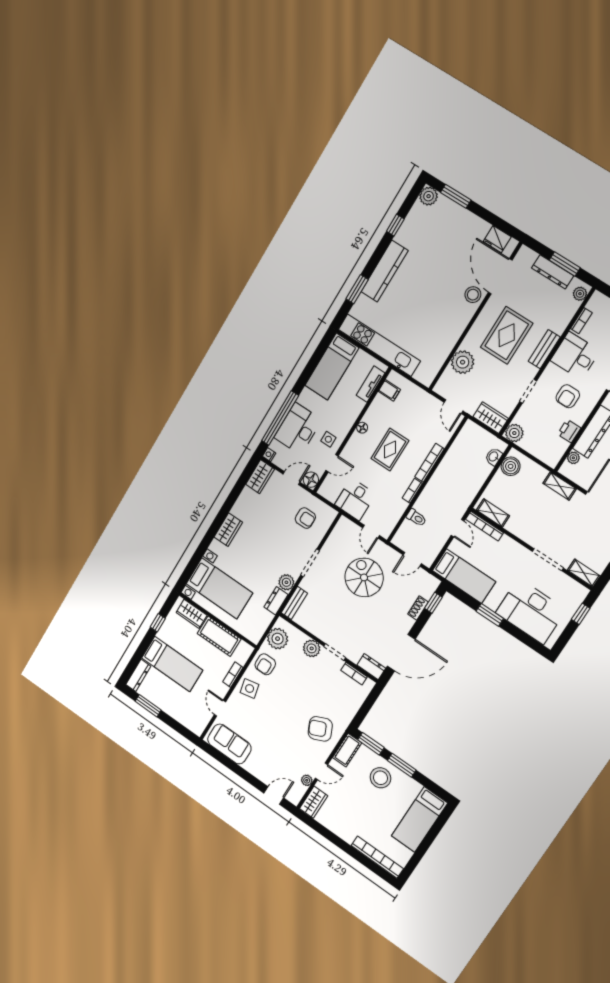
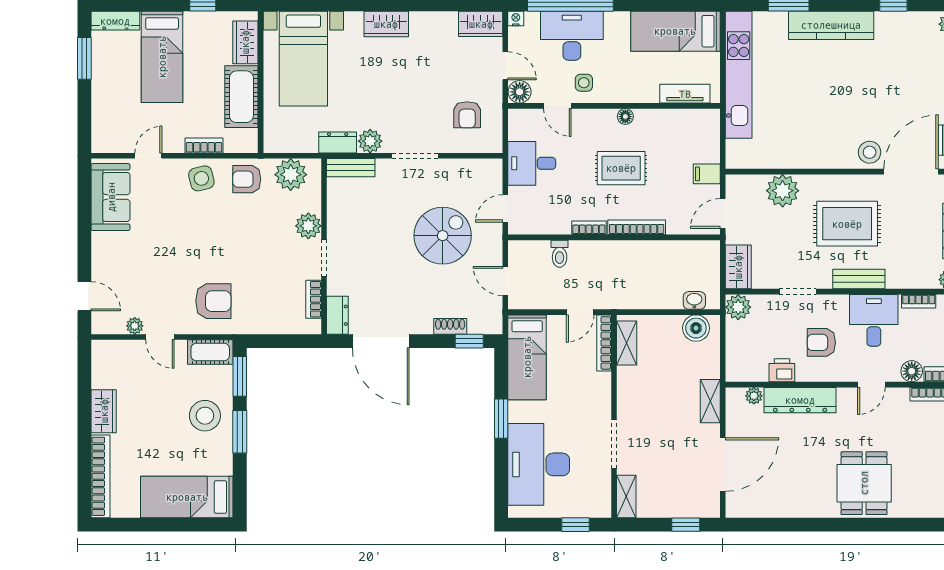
filing cabinet: (389, 390) -> (707, 174), moved, turned 90
armchair: (320, 729) -> (213, 301), turned 114
wardrobe: (314, 802) -> (104, 411), moved, turned -90

